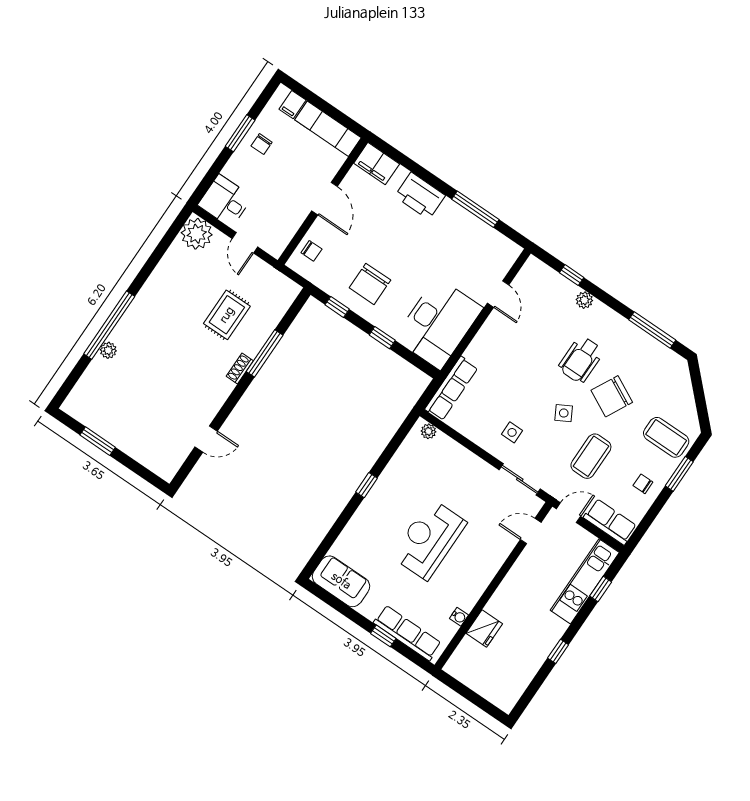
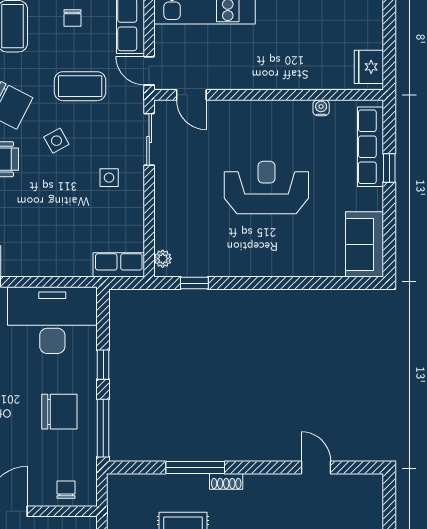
window: (337, 307) -> (103, 428), width x2.17
row of seats: (451, 388) -> (119, 265), width x0.68
window: (367, 485) -> (194, 283), moved
reception desk: (429, 539) -> (266, 187), turned 180
fridge: (484, 628) -> (369, 67), moved, turned -90

